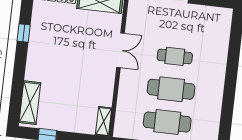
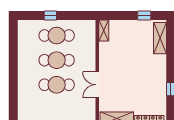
cafe table: (175, 56) -> (57, 85), width x1.37, depth x1.35

